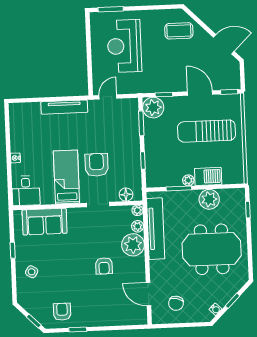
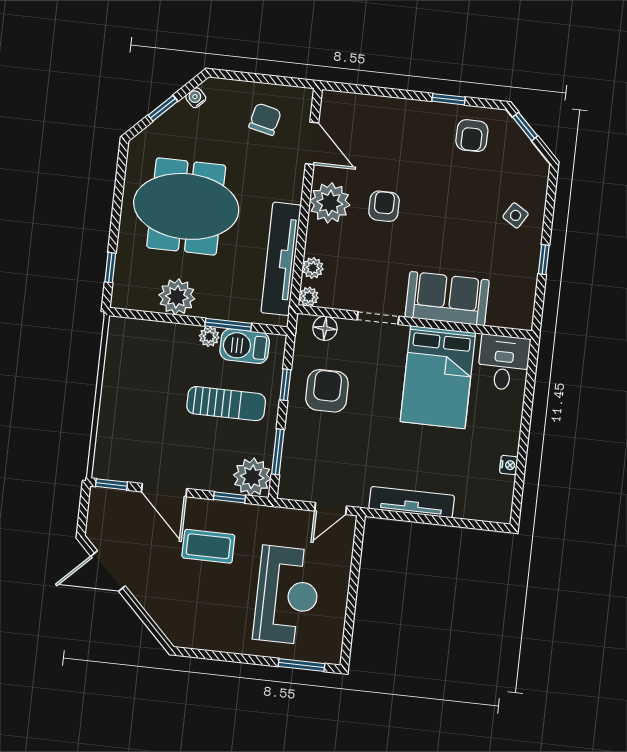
coffee table: (179, 31) -> (208, 546), moved
sun lounger: (207, 131) -> (226, 404), moved, width x0.73, depth x0.75
nightstand: (15, 158) -> (509, 465), moved
armchair: (97, 165) -> (327, 391), moved, turned 180
barbecue: (208, 176) -> (245, 346), moved
bed: (66, 177) -> (438, 377), width x1.50
sofa: (45, 222) -> (447, 299), moved
plant: (133, 245) -> (330, 203), moved

